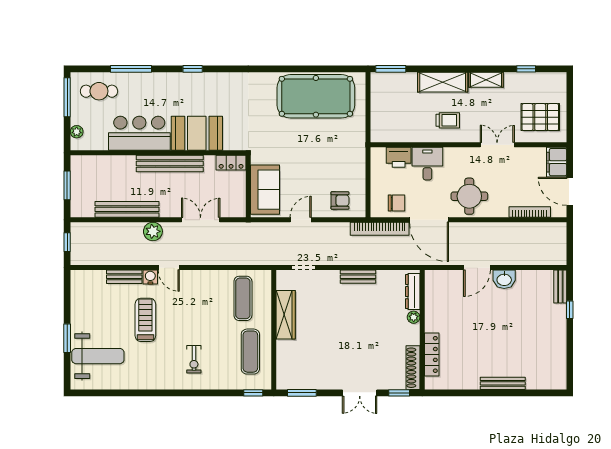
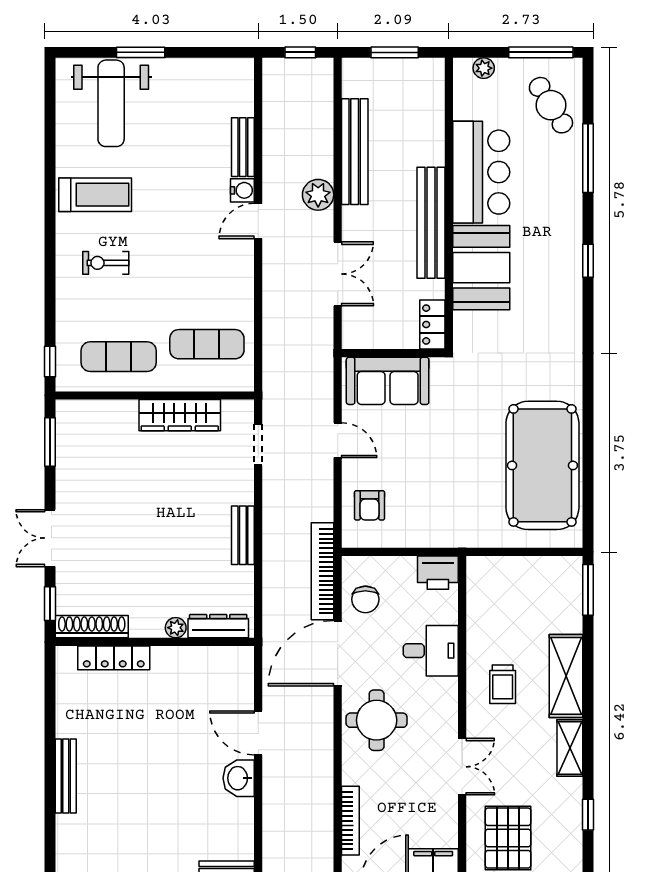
cafe table: (99, 91) -> (551, 105), turned -32
printer: (399, 157) -> (438, 573), moved, turned -90
treadmill: (145, 320) -> (95, 195), moved

